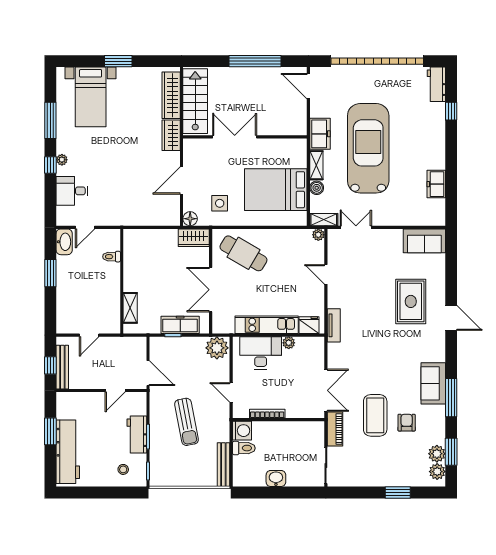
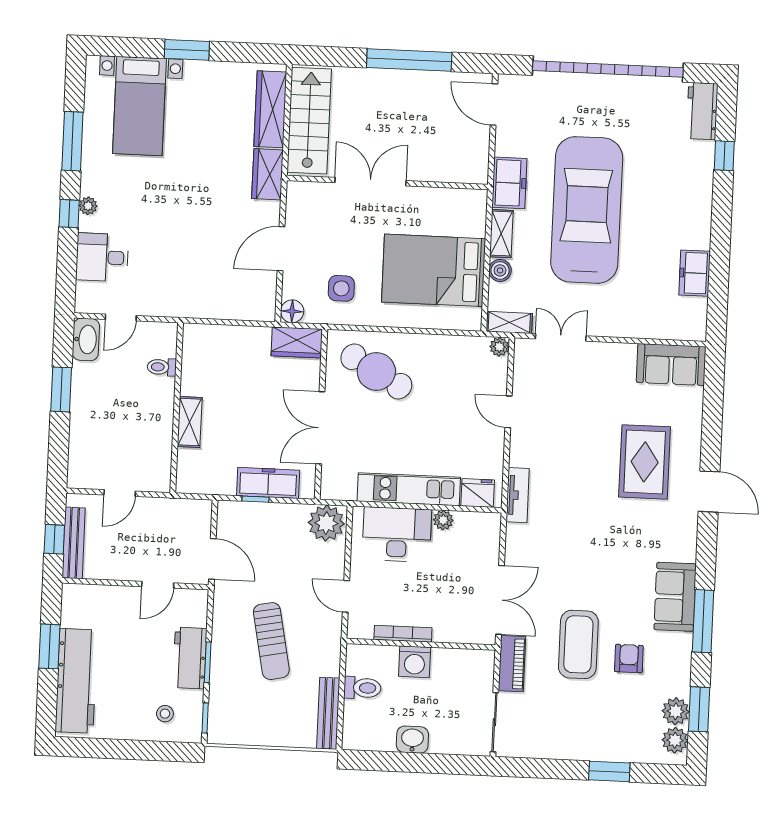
shelving: (130, 308) -> (190, 422), moved
washing machine: (242, 431) -> (415, 662), moved, turned 90

